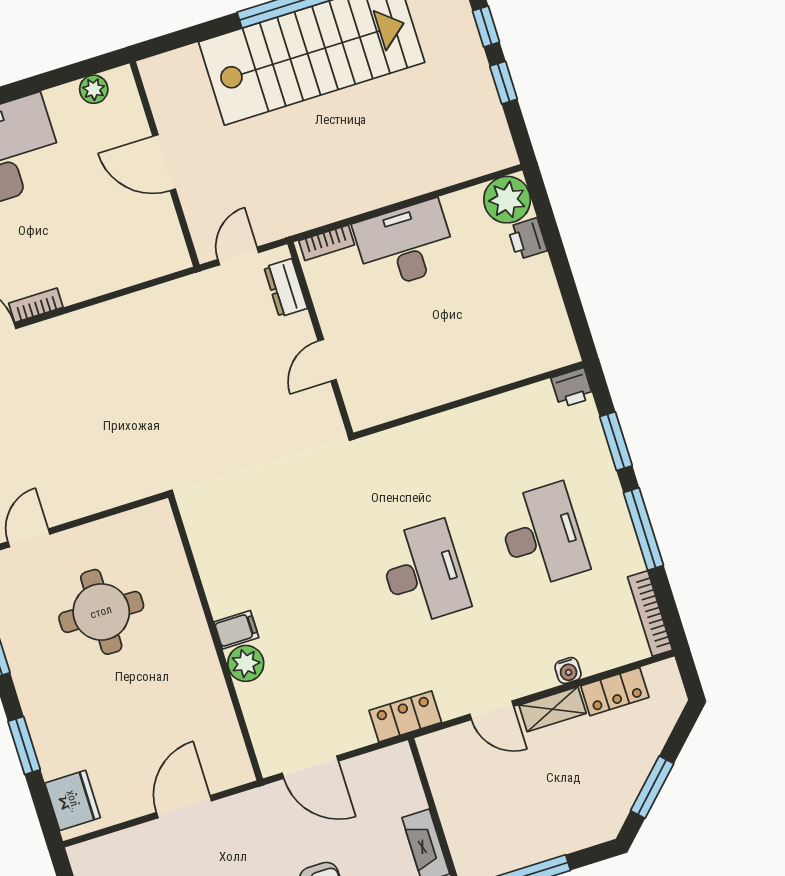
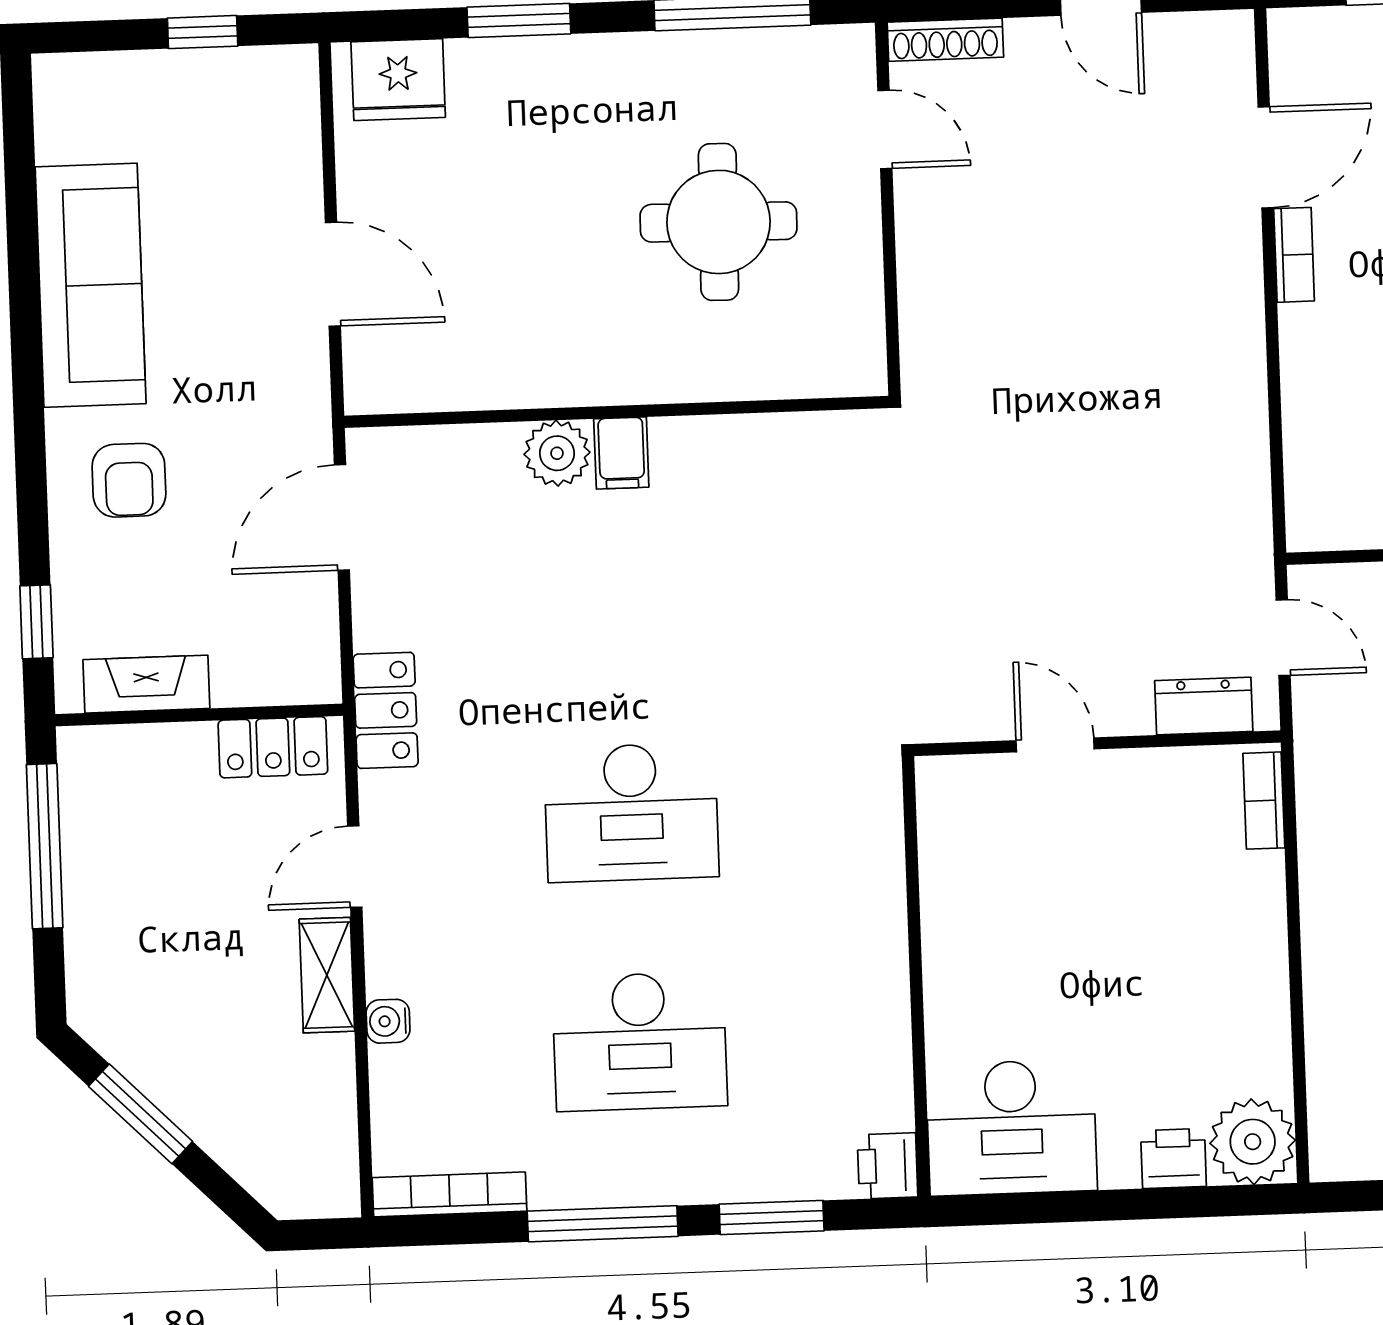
desk: (405, 245) -> (1012, 1127), moved, turned 90
locker: (615, 692) -> (273, 747), moved, turned -90

